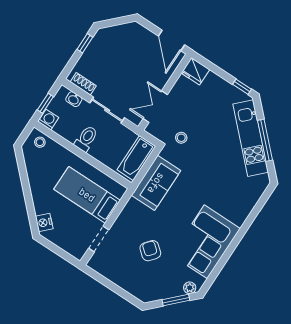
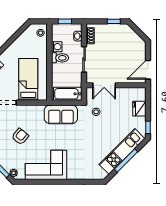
fridge: (195, 71) -> (139, 109), moved
double door: (155, 107) -> (104, 85), swing flipped
washing machine: (48, 120) -> (57, 47), moved

